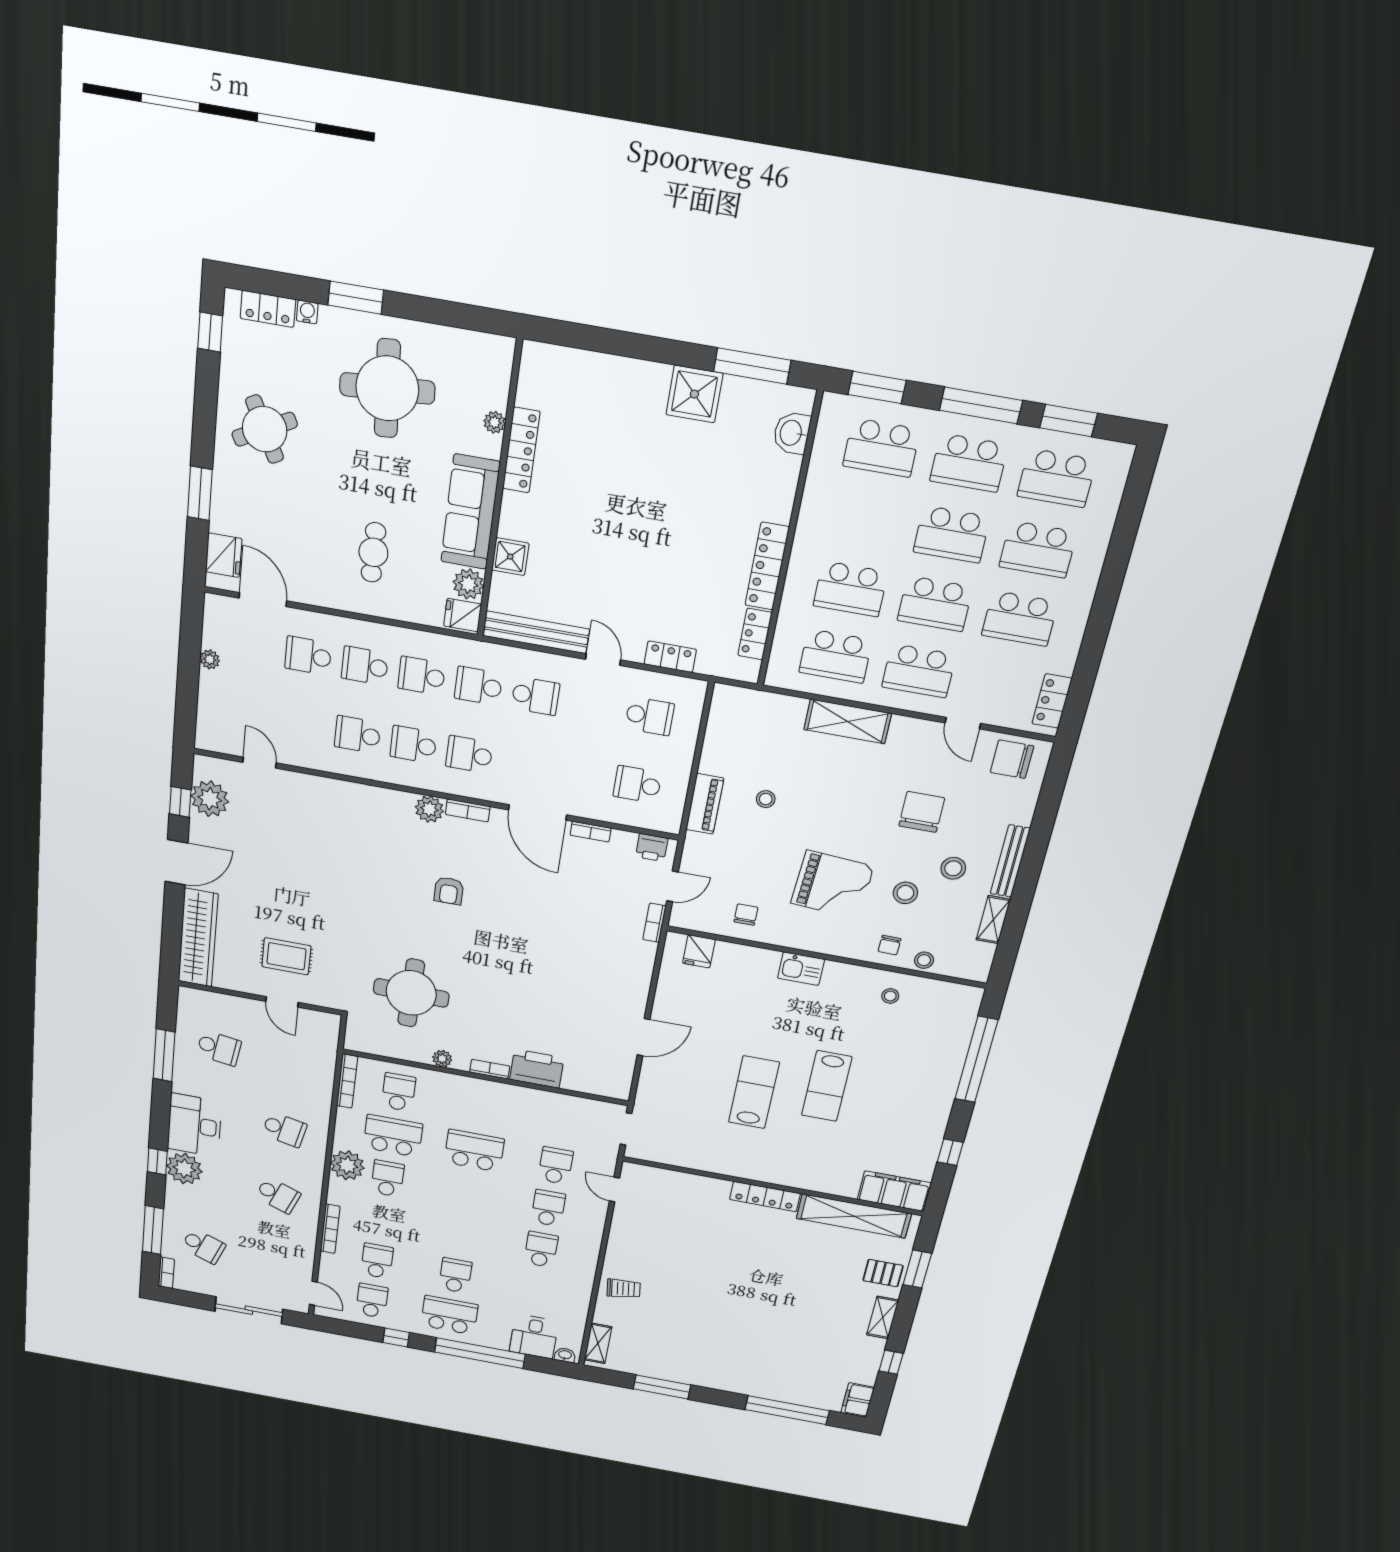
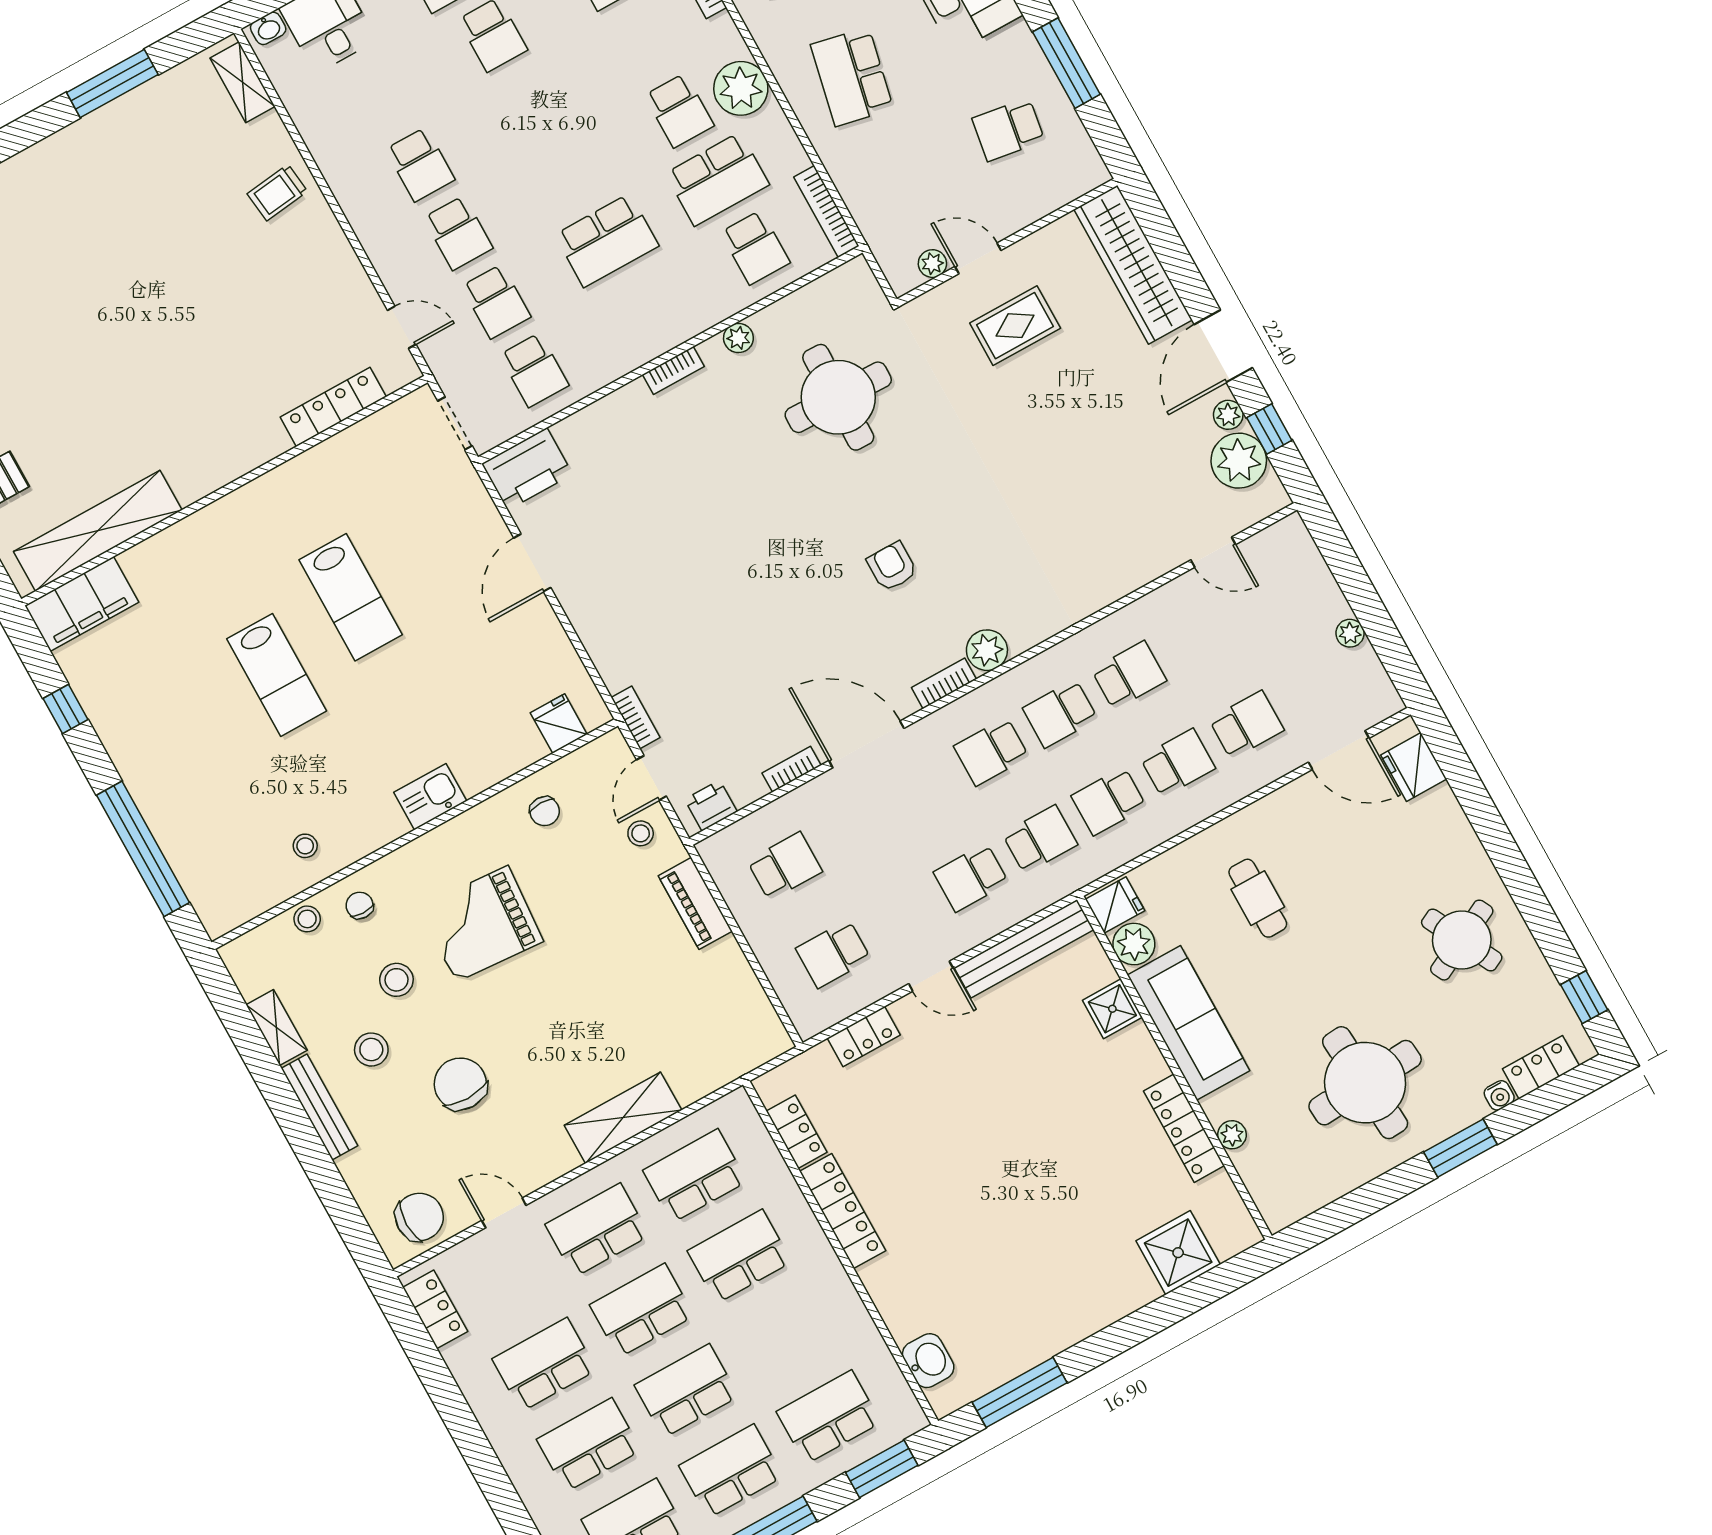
shower: (694, 394) -> (1178, 1253), moved
window: (200, 493) -> (1484, 816), removed
school desk: (422, 676) -> (1109, 801), turned 180
school desk: (413, 745) -> (1060, 713), turned 180
school desk: (469, 754) -> (991, 752), turned 180
stool: (766, 799) -> (641, 833), moved
chair: (922, 812) -> (460, 1084), turned 180
plant: (199, 826) -> (1228, 415), added
plant: (309, 1017) -> (932, 264), added
printer: (537, 1069) -> (527, 469), moved
lab bench: (827, 1086) -> (277, 675), turned 180
school desk: (563, 1122) -> (534, 370), added
school desk: (284, 1129) -> (852, 77), width x1.85
locker: (765, 1196) -> (333, 407), moved

